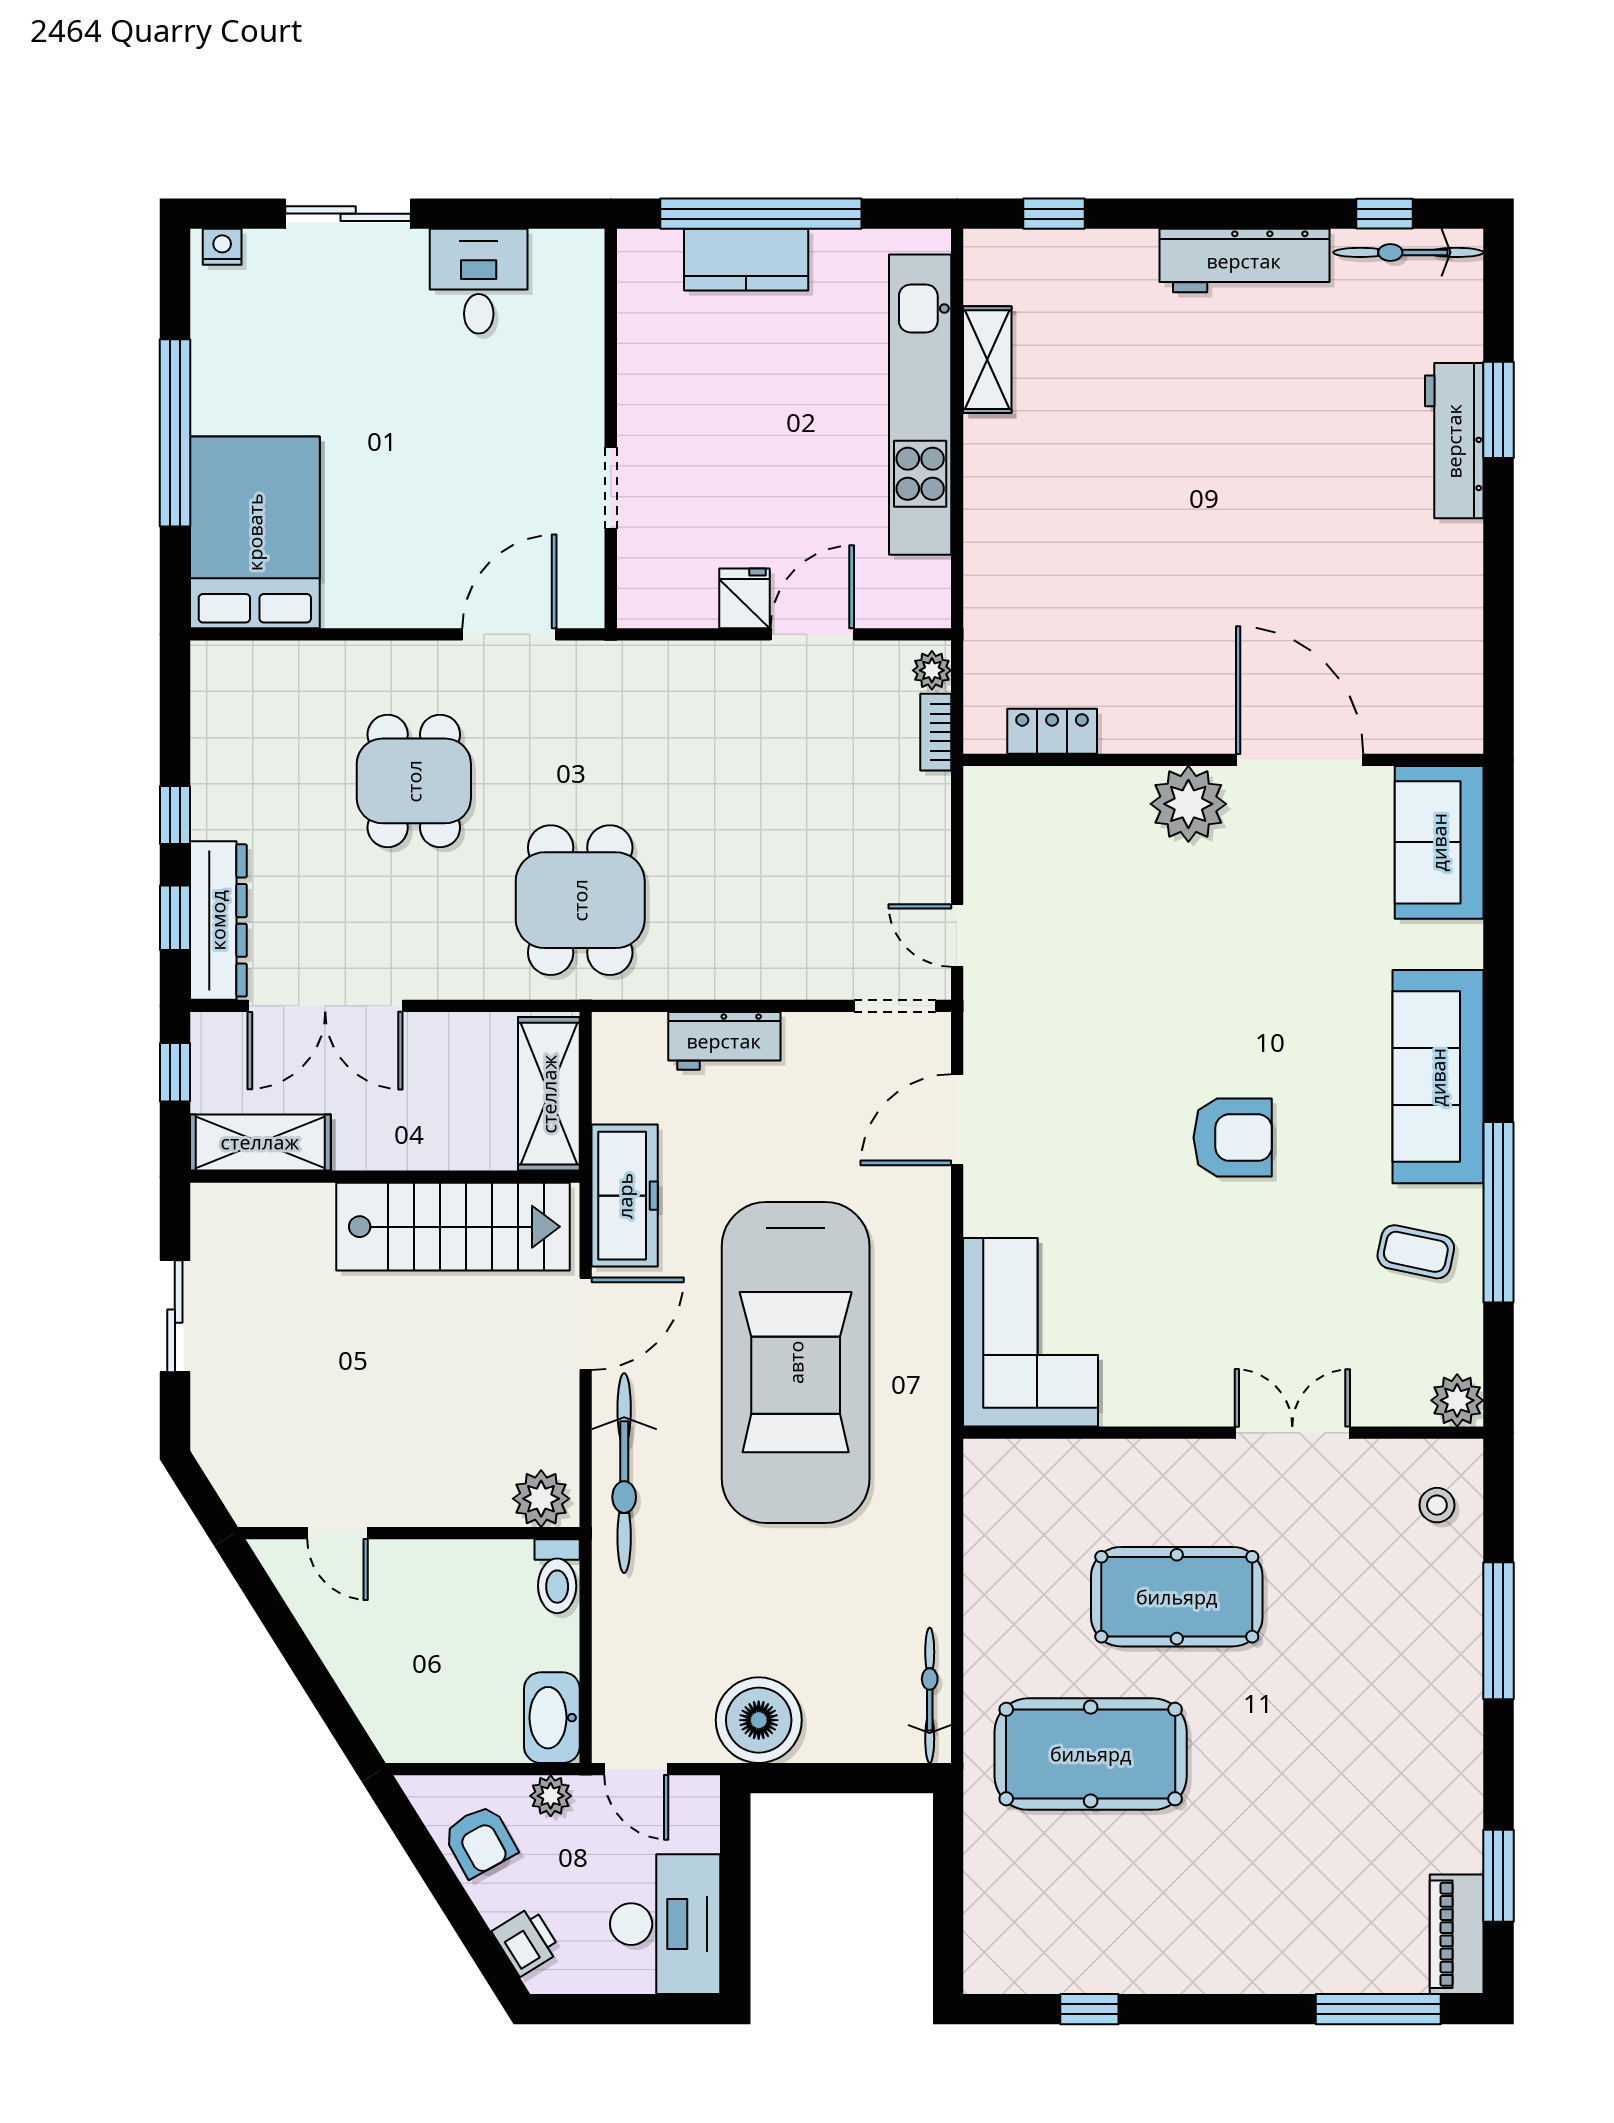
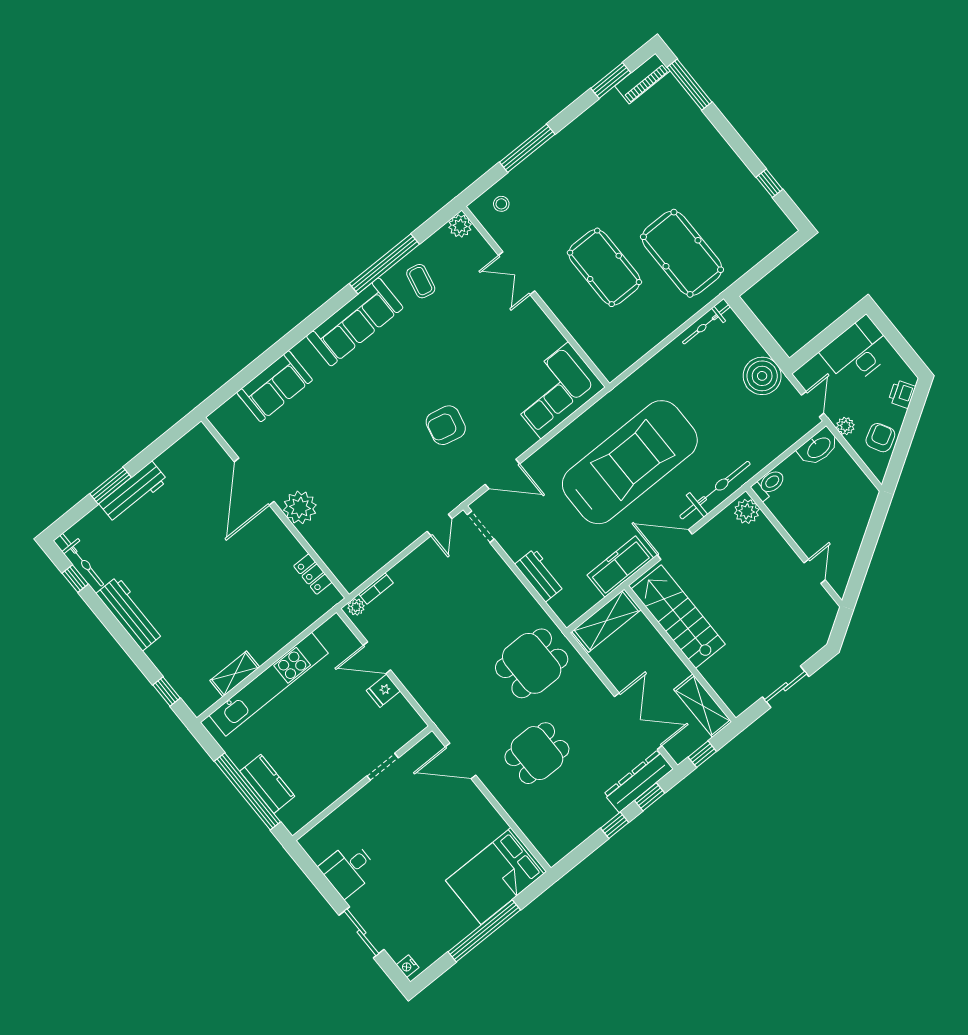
locker: (1052, 731) -> (313, 574), moved
wall: (1223, 760) -> (275, 508), moved
door: (1300, 760) -> (254, 482), moved
plant: (1188, 804) -> (300, 507), moved
armchair: (1233, 1138) -> (446, 425), moved, turned -77

